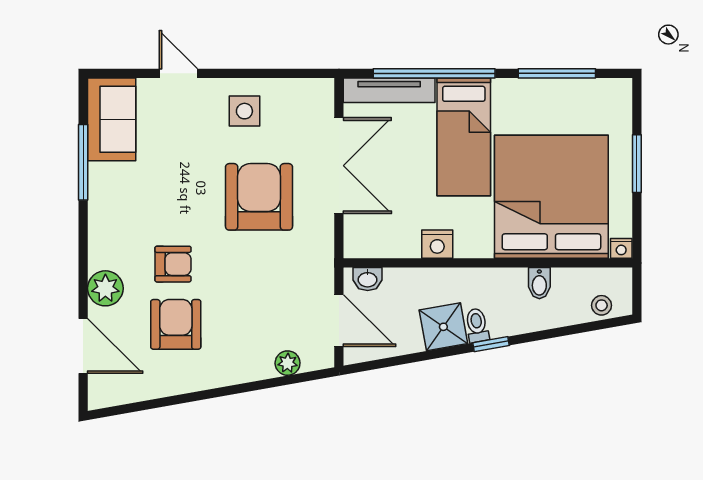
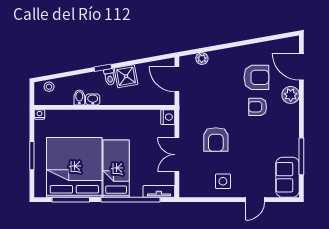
door: (178, 73) -> (255, 200), hinge flipped
tv unit: (389, 90) -> (159, 191), width x0.71
double door: (339, 166) -> (177, 155), width x0.73
armchair: (259, 197) -> (216, 139), width x0.73, depth x0.73
bed: (551, 197) -> (74, 167), moved, turned 180
nightstand: (437, 244) -> (168, 117), moved, turned 90
washbasin: (368, 279) -> (93, 99), moved
armchair: (176, 324) -> (256, 77), turned -90

